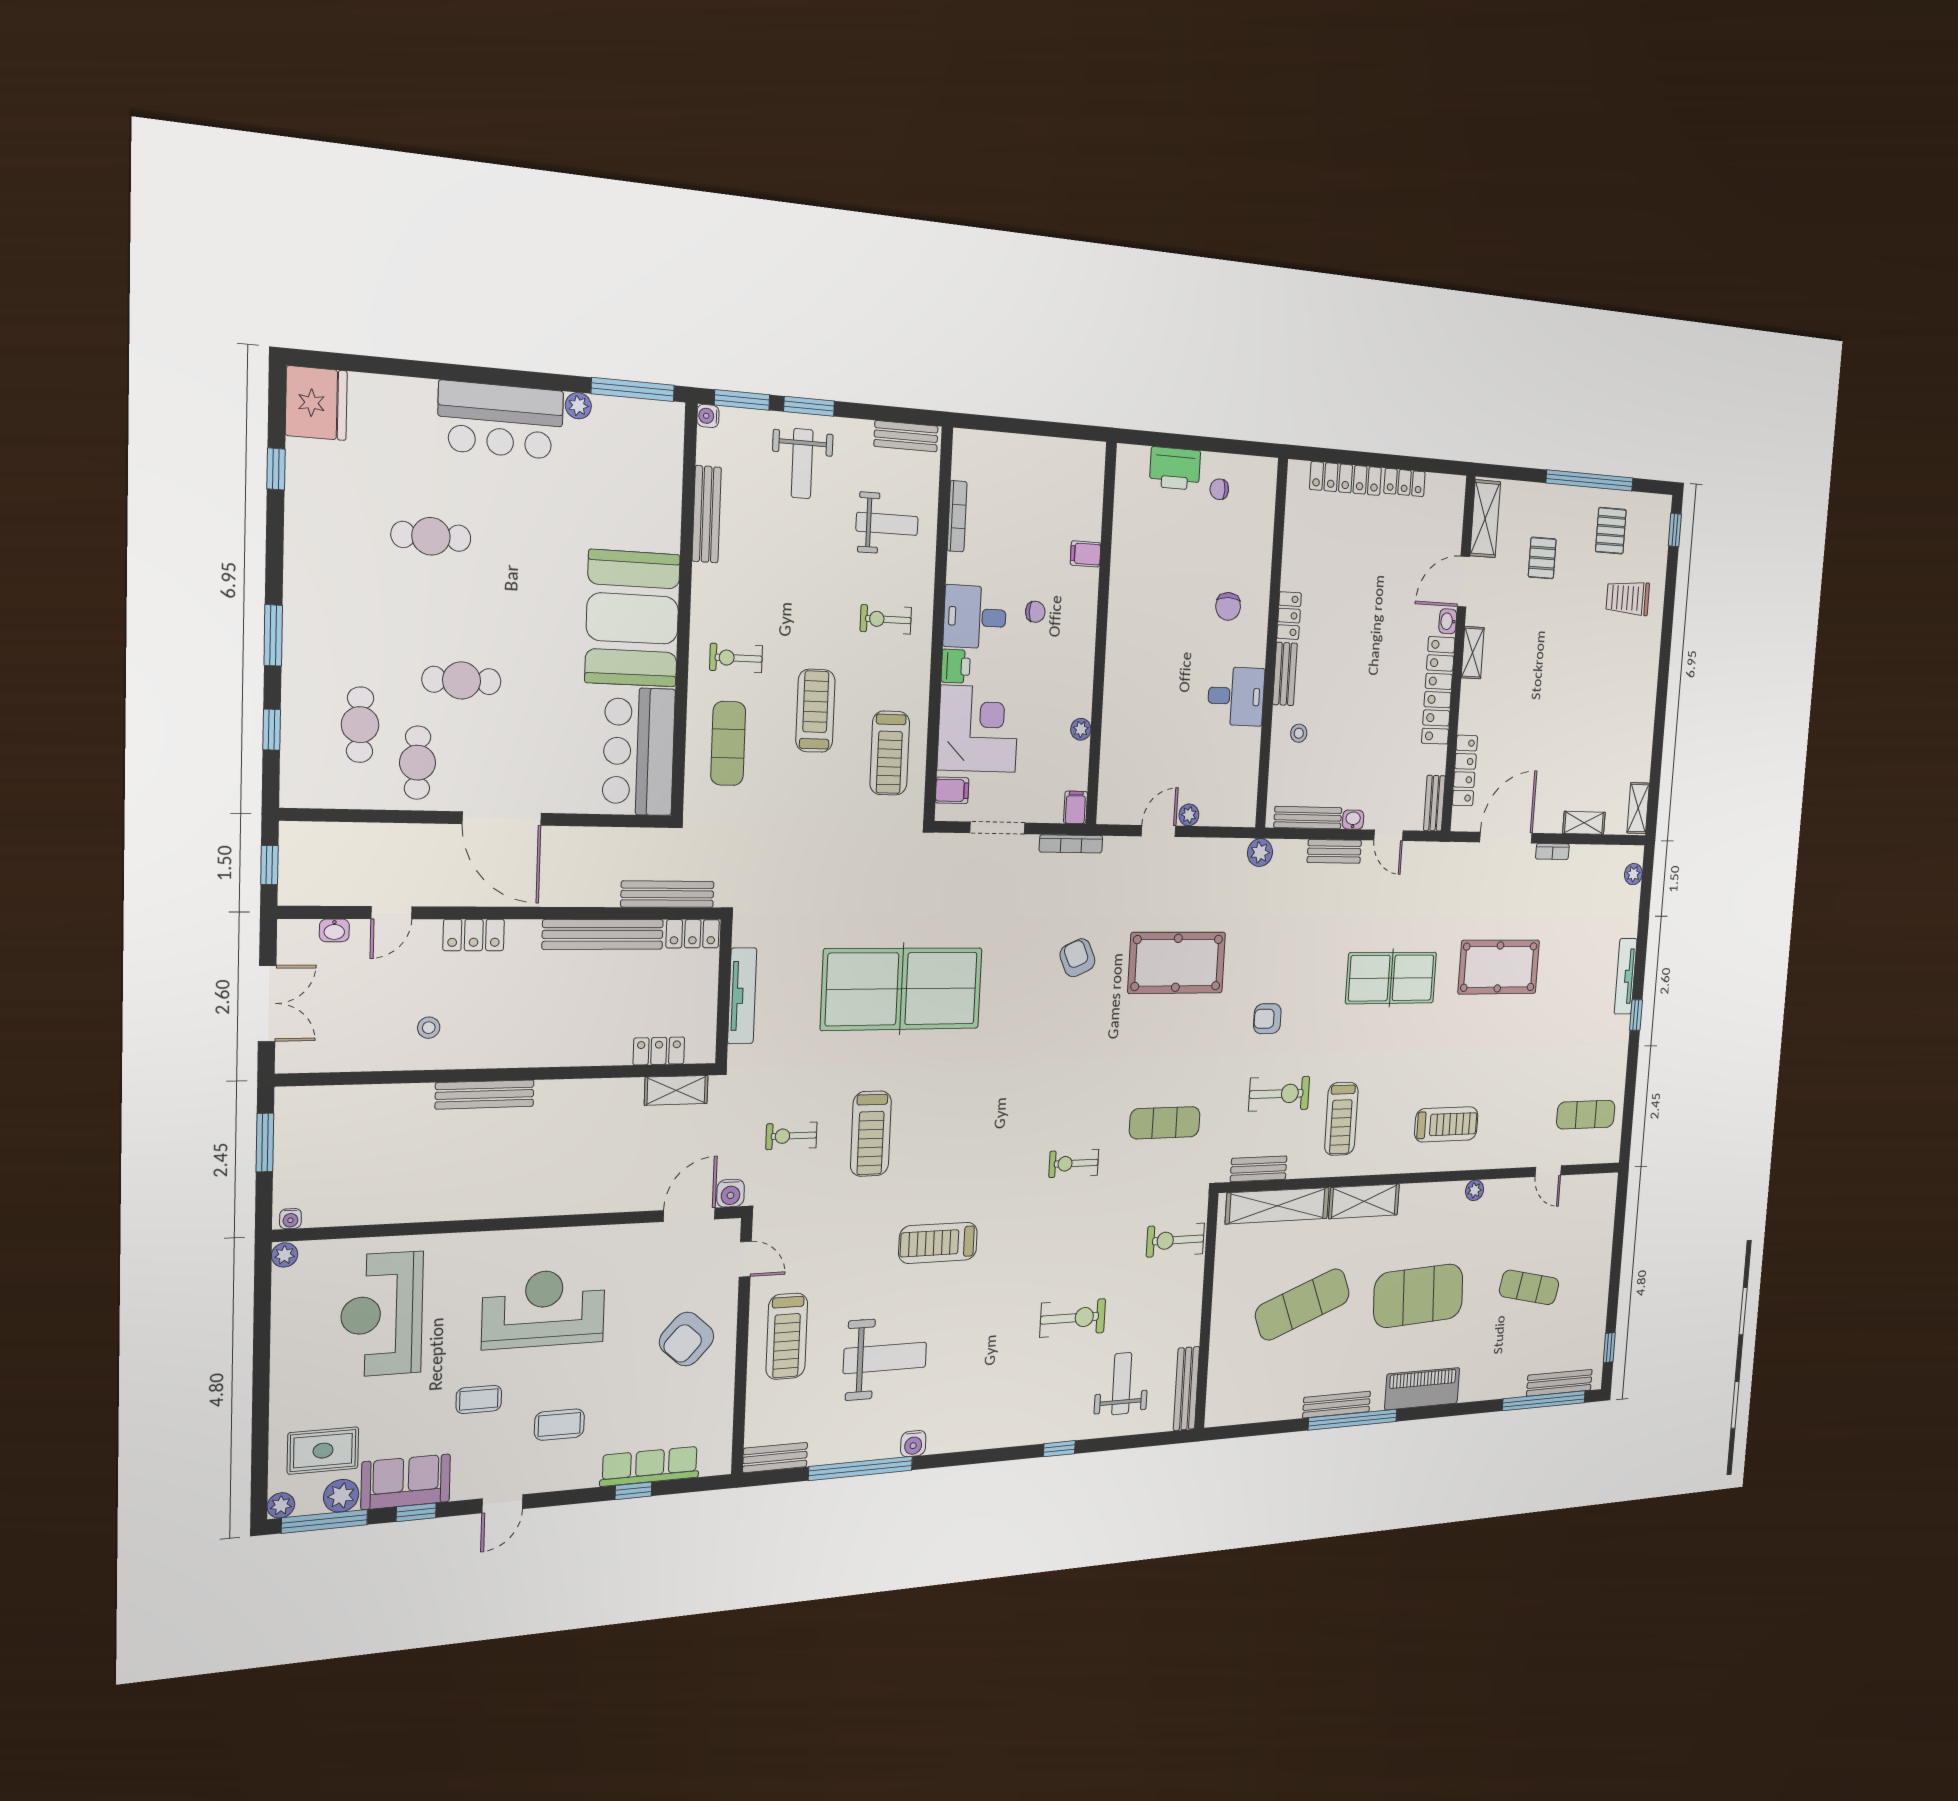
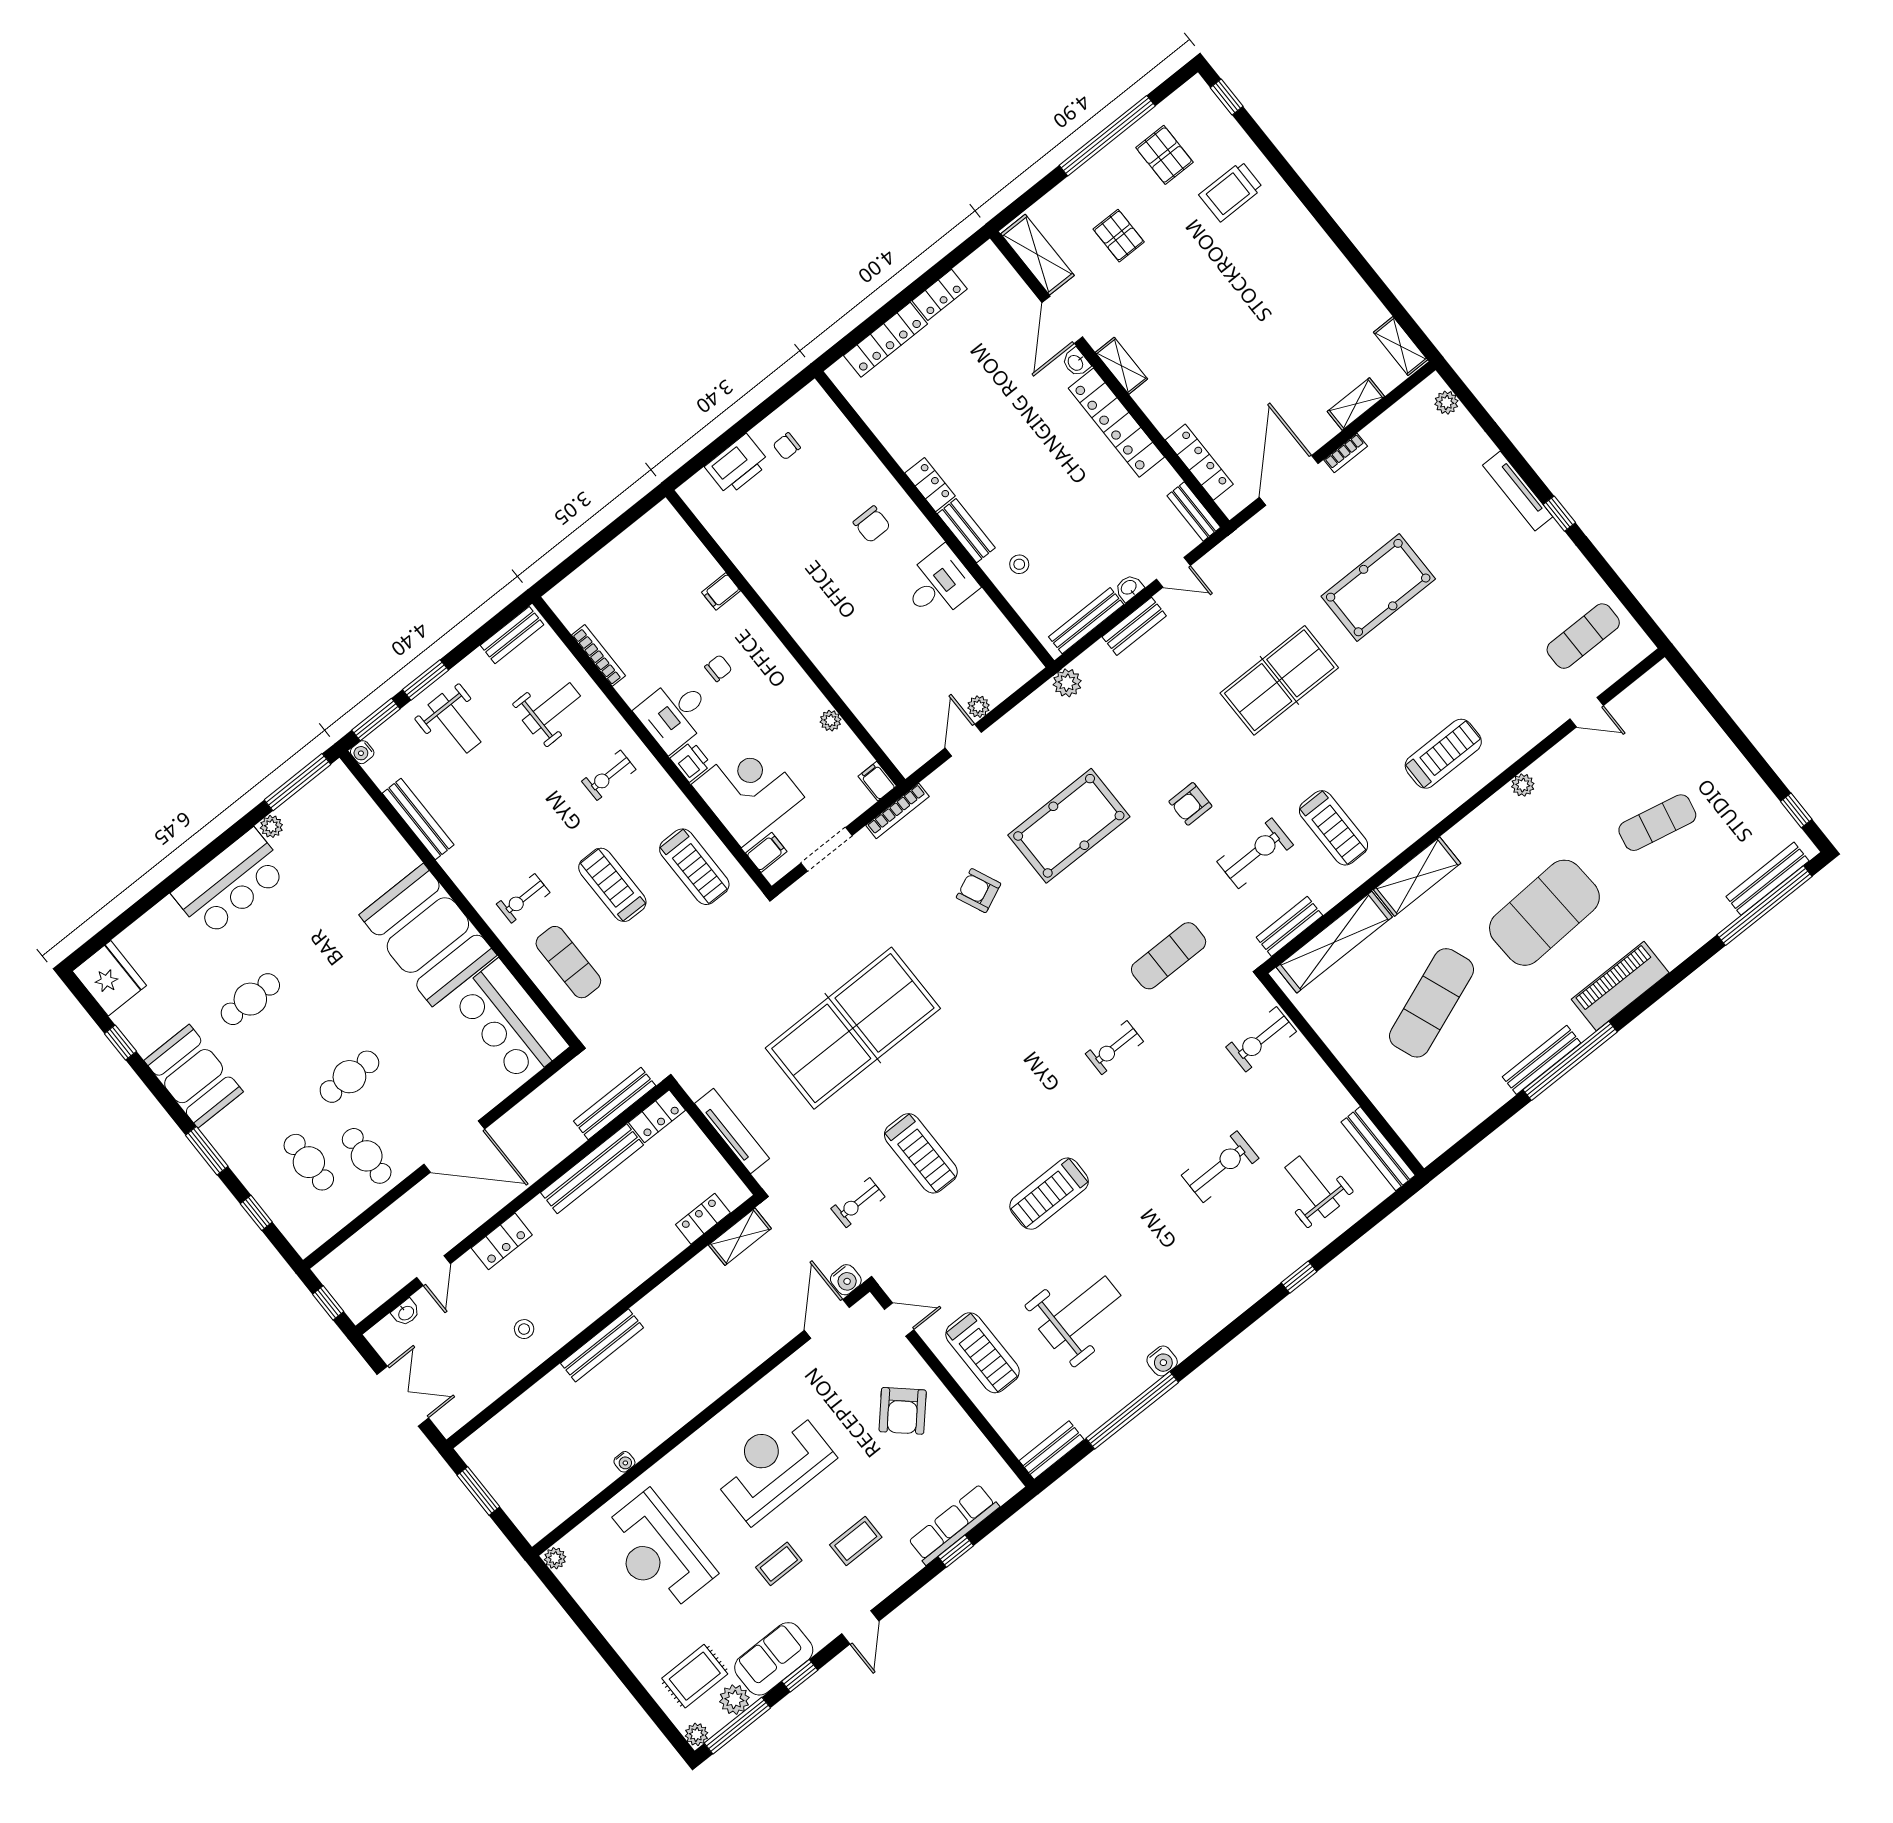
booth: (319, 558) -> (194, 1076), added
water cooler: (290, 1219) -> (624, 1462), moved

